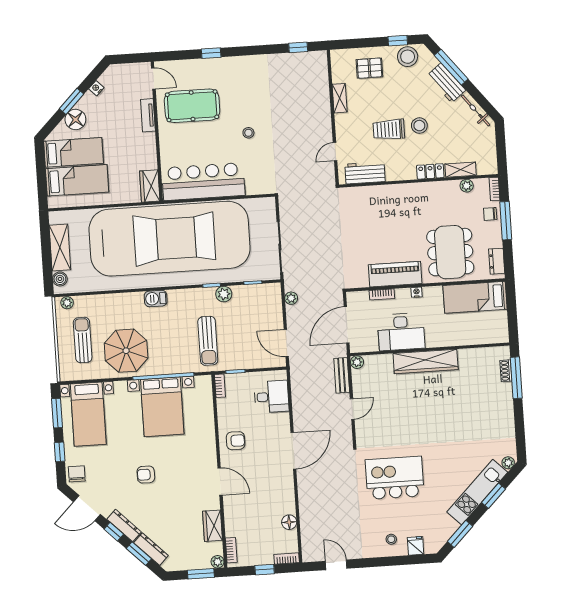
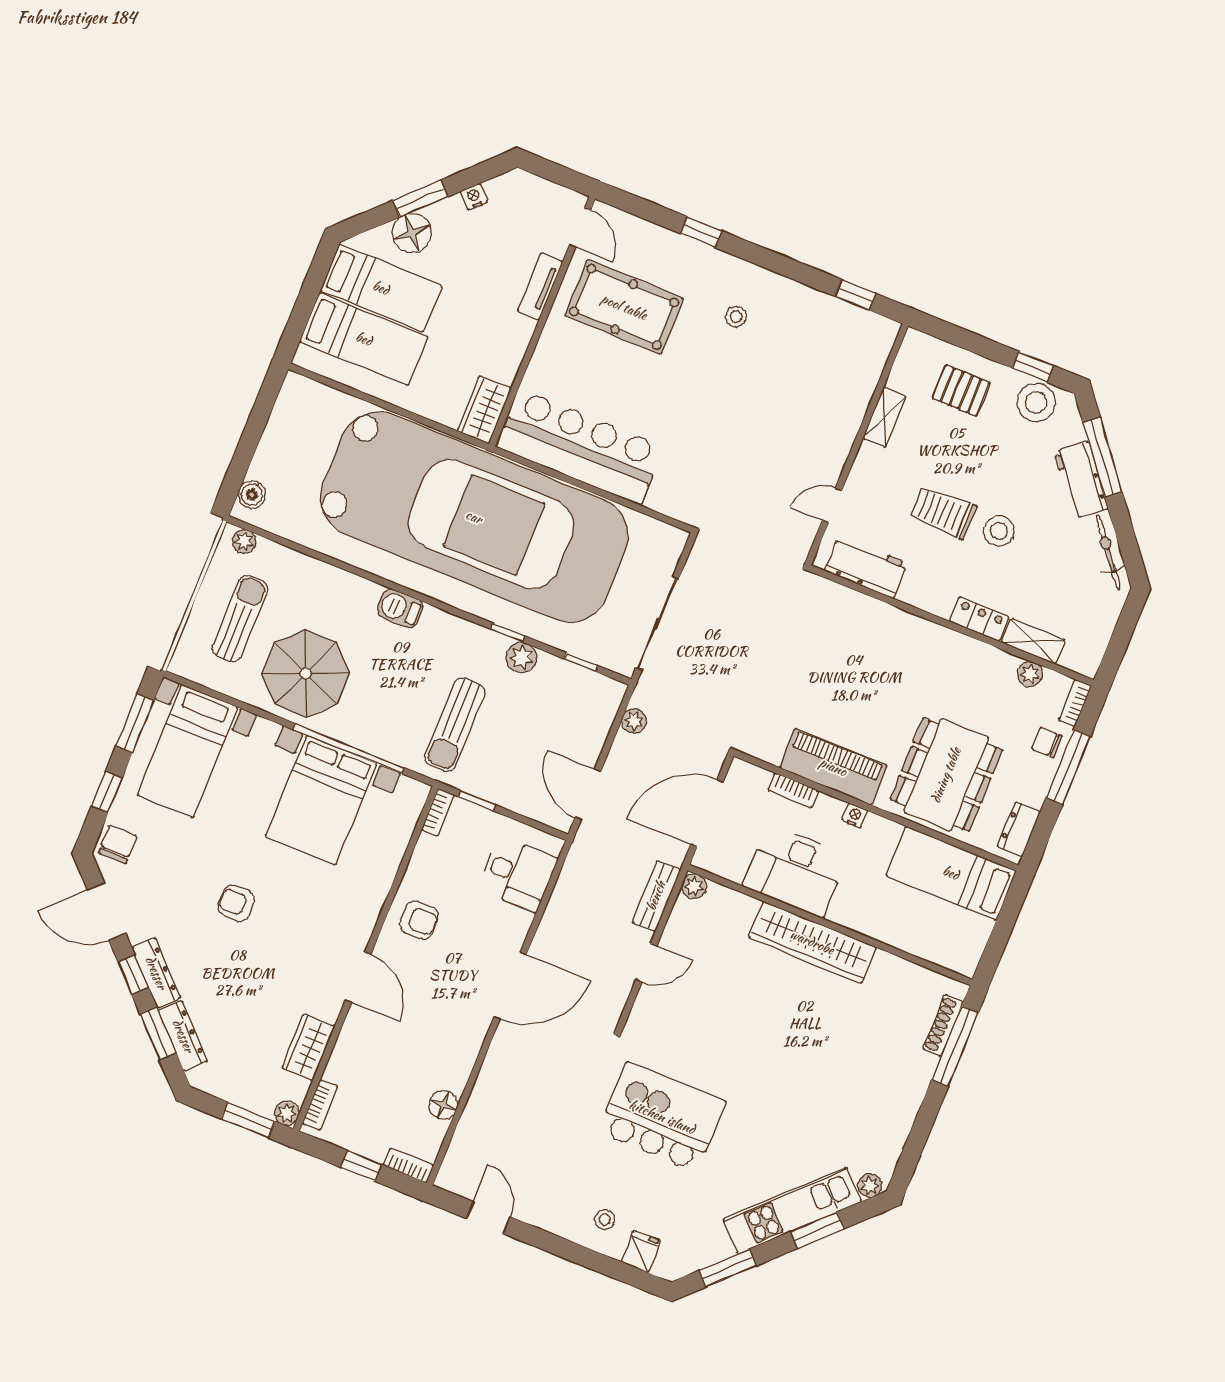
stool: (248, 133) -> (736, 317), moved
shelving: (60, 247) -> (278, 440), removed
shoe rack: (506, 371) -> (943, 1025), width x1.43

